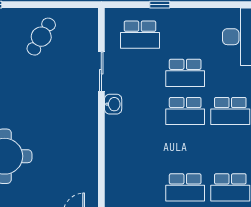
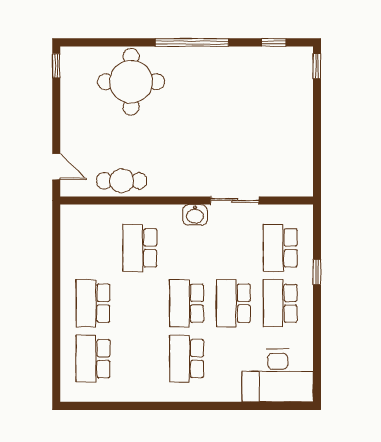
school desk: (185, 35) -> (280, 303), added
cafe table: (41, 37) -> (122, 181), moved, turned -31
school desk: (140, 149) -> (140, 248), added

